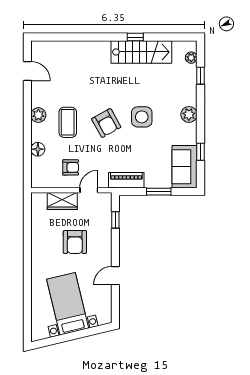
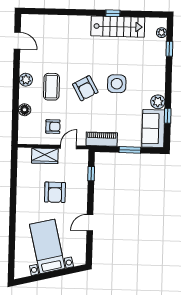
plant: (189, 114) -> (158, 102), moved

